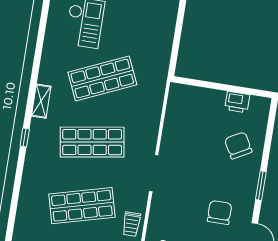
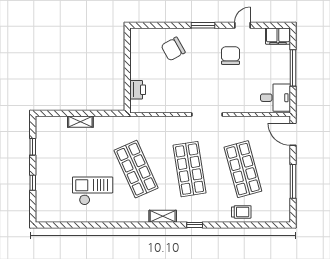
shelving: (169, 21) -> (80, 122), added
printer: (237, 102) -> (138, 90), moved
chair: (219, 213) -> (231, 56), turned 90
trolley: (131, 224) -> (241, 212), moved

